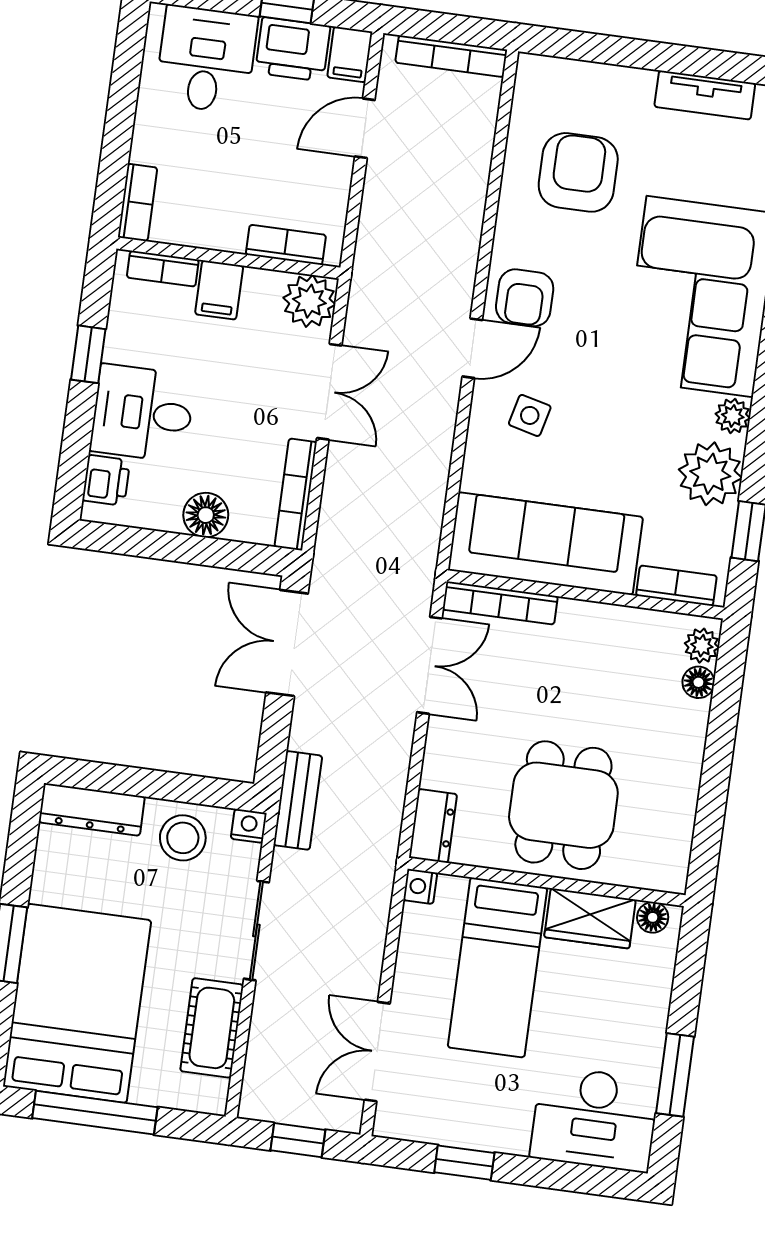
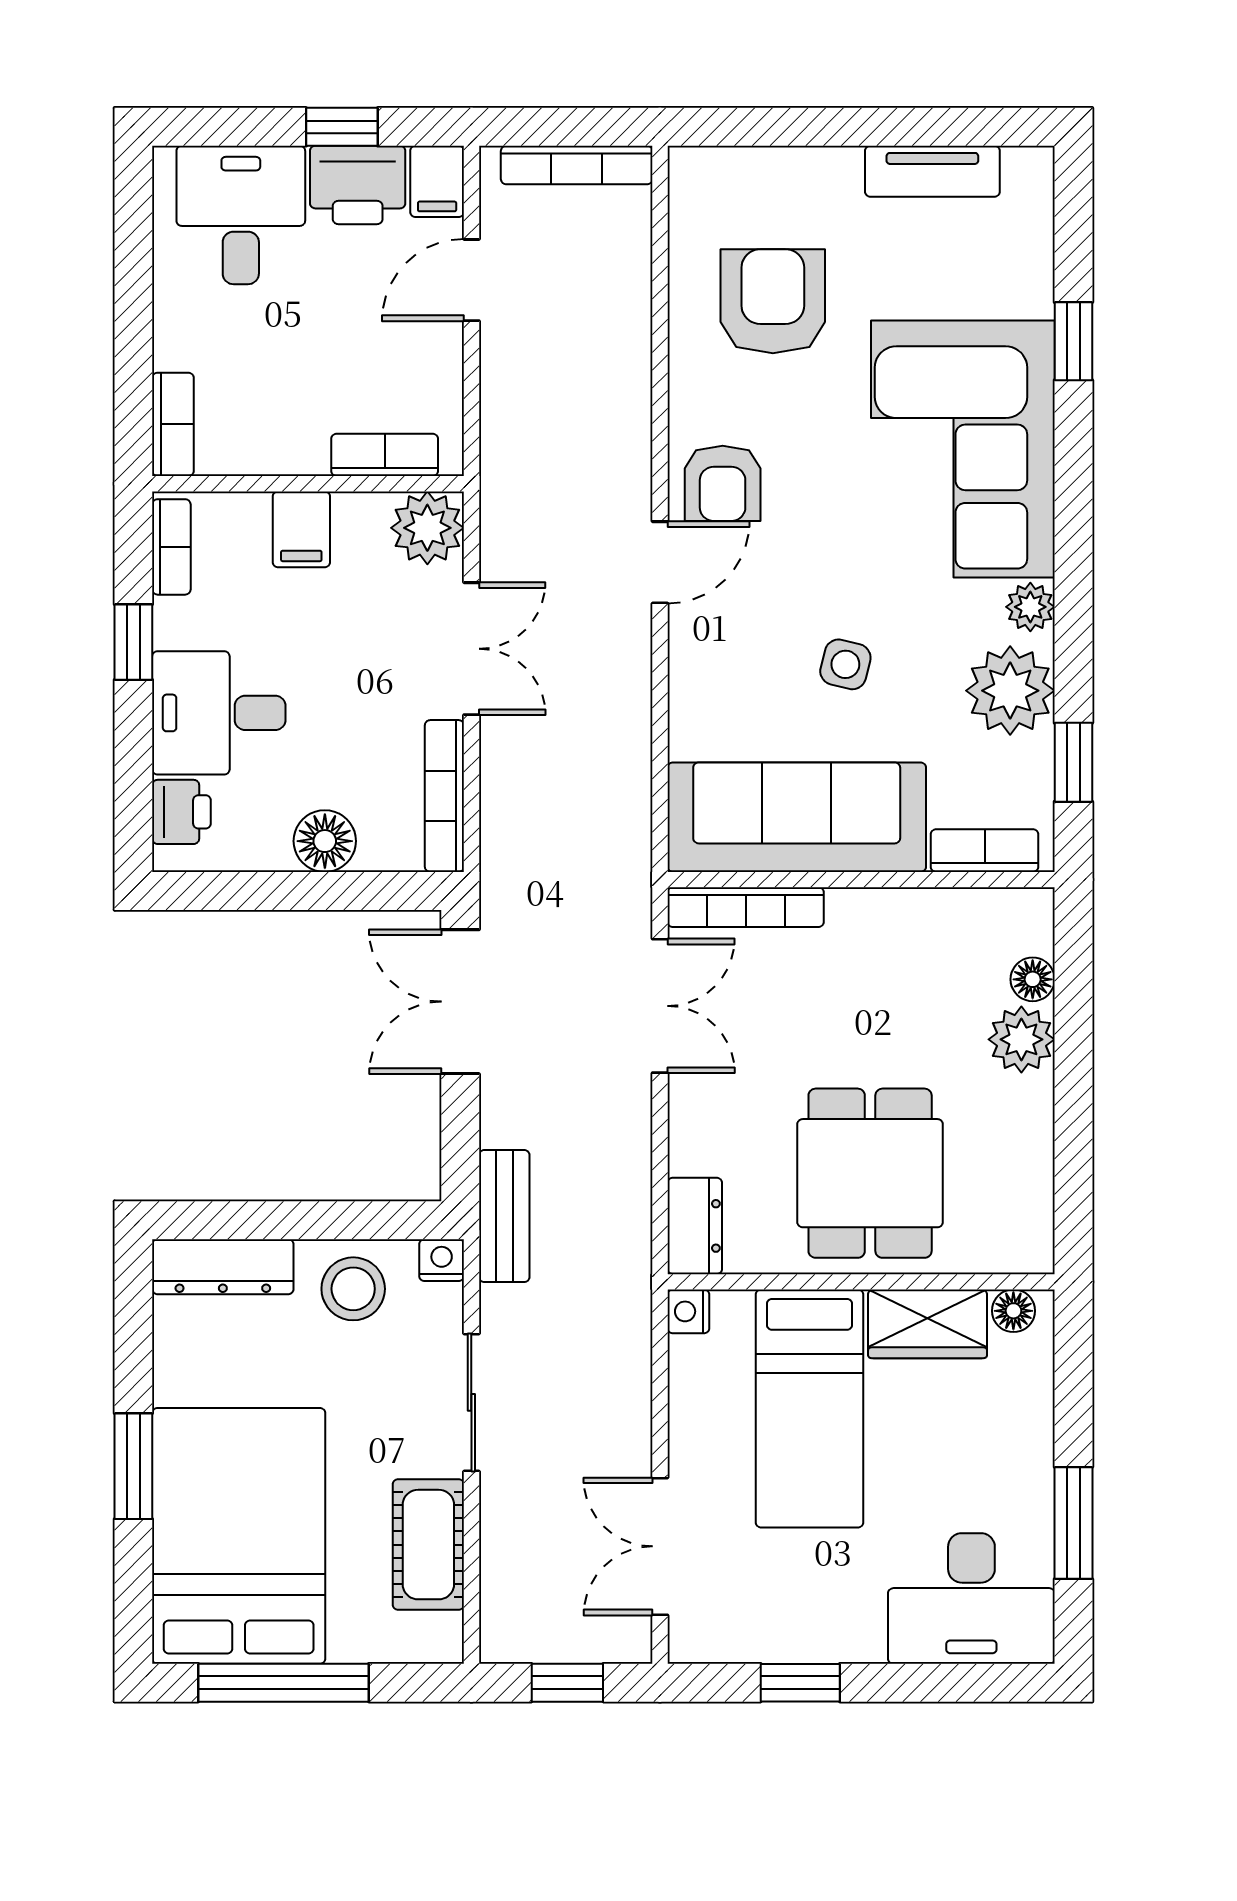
bookcase: (163, 269) -> (171, 547), moved, turned -90
side table: (530, 415) -> (845, 664), moved
plant: (702, 646) -> (1021, 1039), moved, width x1.38, depth x1.38

